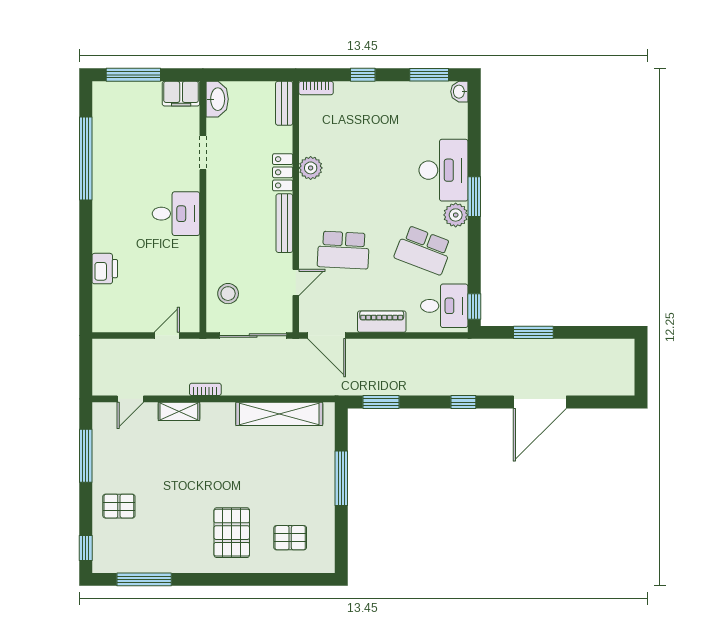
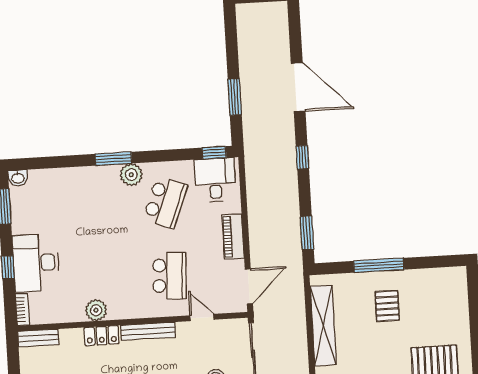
desk: (443, 170) -> (36, 263), moved, turned -90
pallet: (290, 538) -> (387, 306), moved

